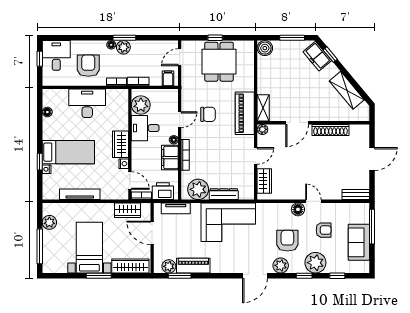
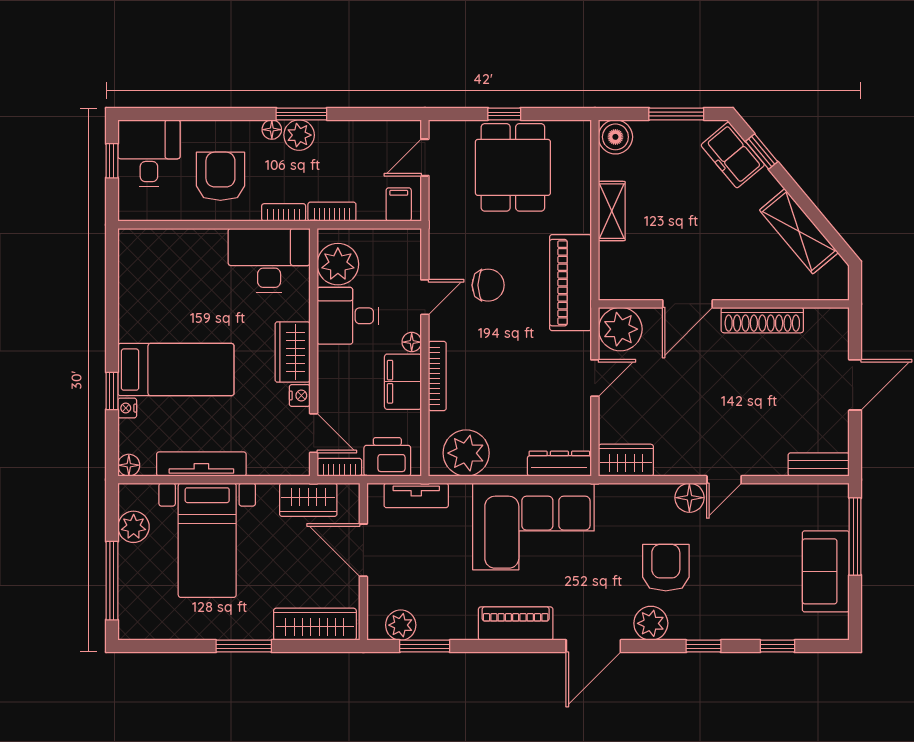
desk: (87, 103) -> (269, 260), moved
shelving: (263, 108) -> (612, 211), moved
floor lamp: (47, 112) -> (129, 465), moved
plant: (262, 129) -> (620, 329), width x1.87, depth x1.87
wardrobe: (264, 181) -> (626, 460), moved, turned -90
dresser: (224, 194) -> (559, 464), moved
door: (313, 201) -> (724, 480), swing flipped
armchair: (324, 230) -> (747, 544), removed
bed with nightstands: (89, 248) -> (207, 540), moved, turned 180
plant: (315, 263) -> (729, 617), removed
piano: (193, 266) -> (516, 624), moved

